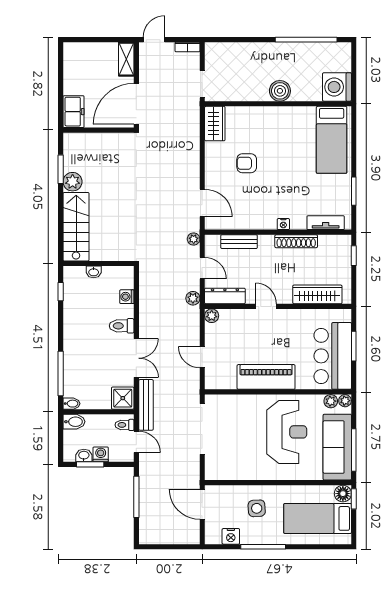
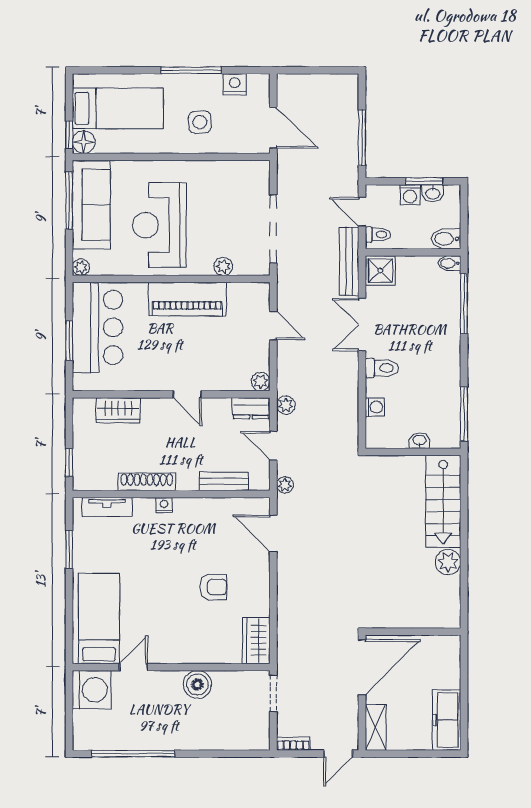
boiler: (280, 91) -> (197, 684), moved
door: (306, 104) -> (133, 667), added
freezer: (74, 112) -> (447, 720), moved, width x1.40
window: (61, 169) -> (464, 579), removed
window: (61, 292) -> (464, 414), width x2.17
wardrobe: (317, 294) -> (118, 410), width x0.67
dresser: (225, 296) -> (251, 408), width x0.70
plant: (331, 401) -> (223, 266), moved

